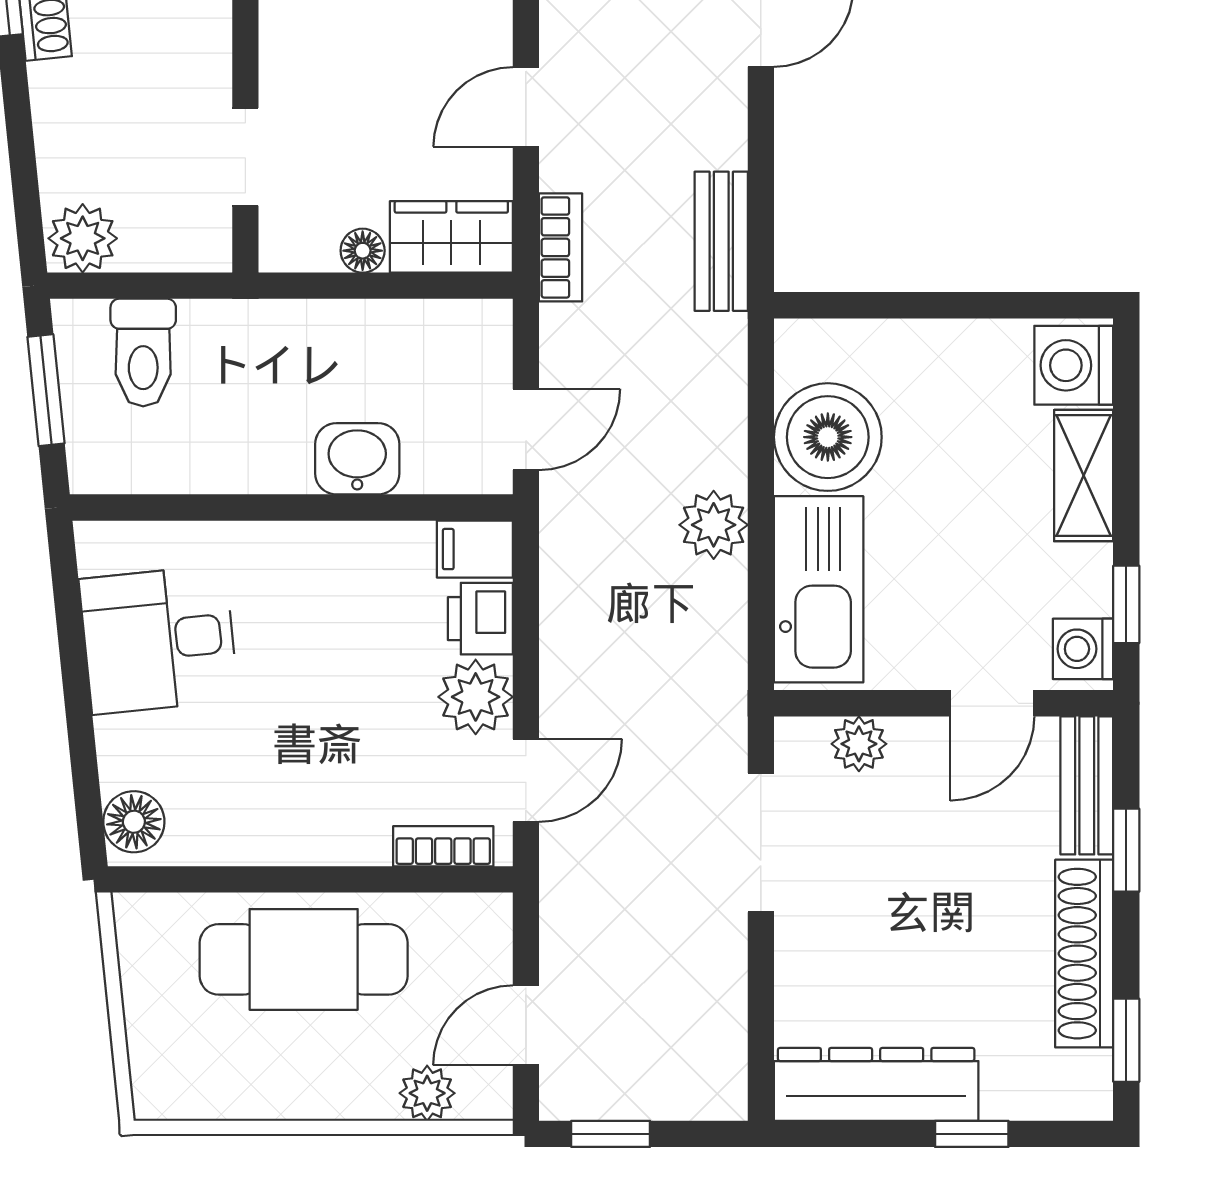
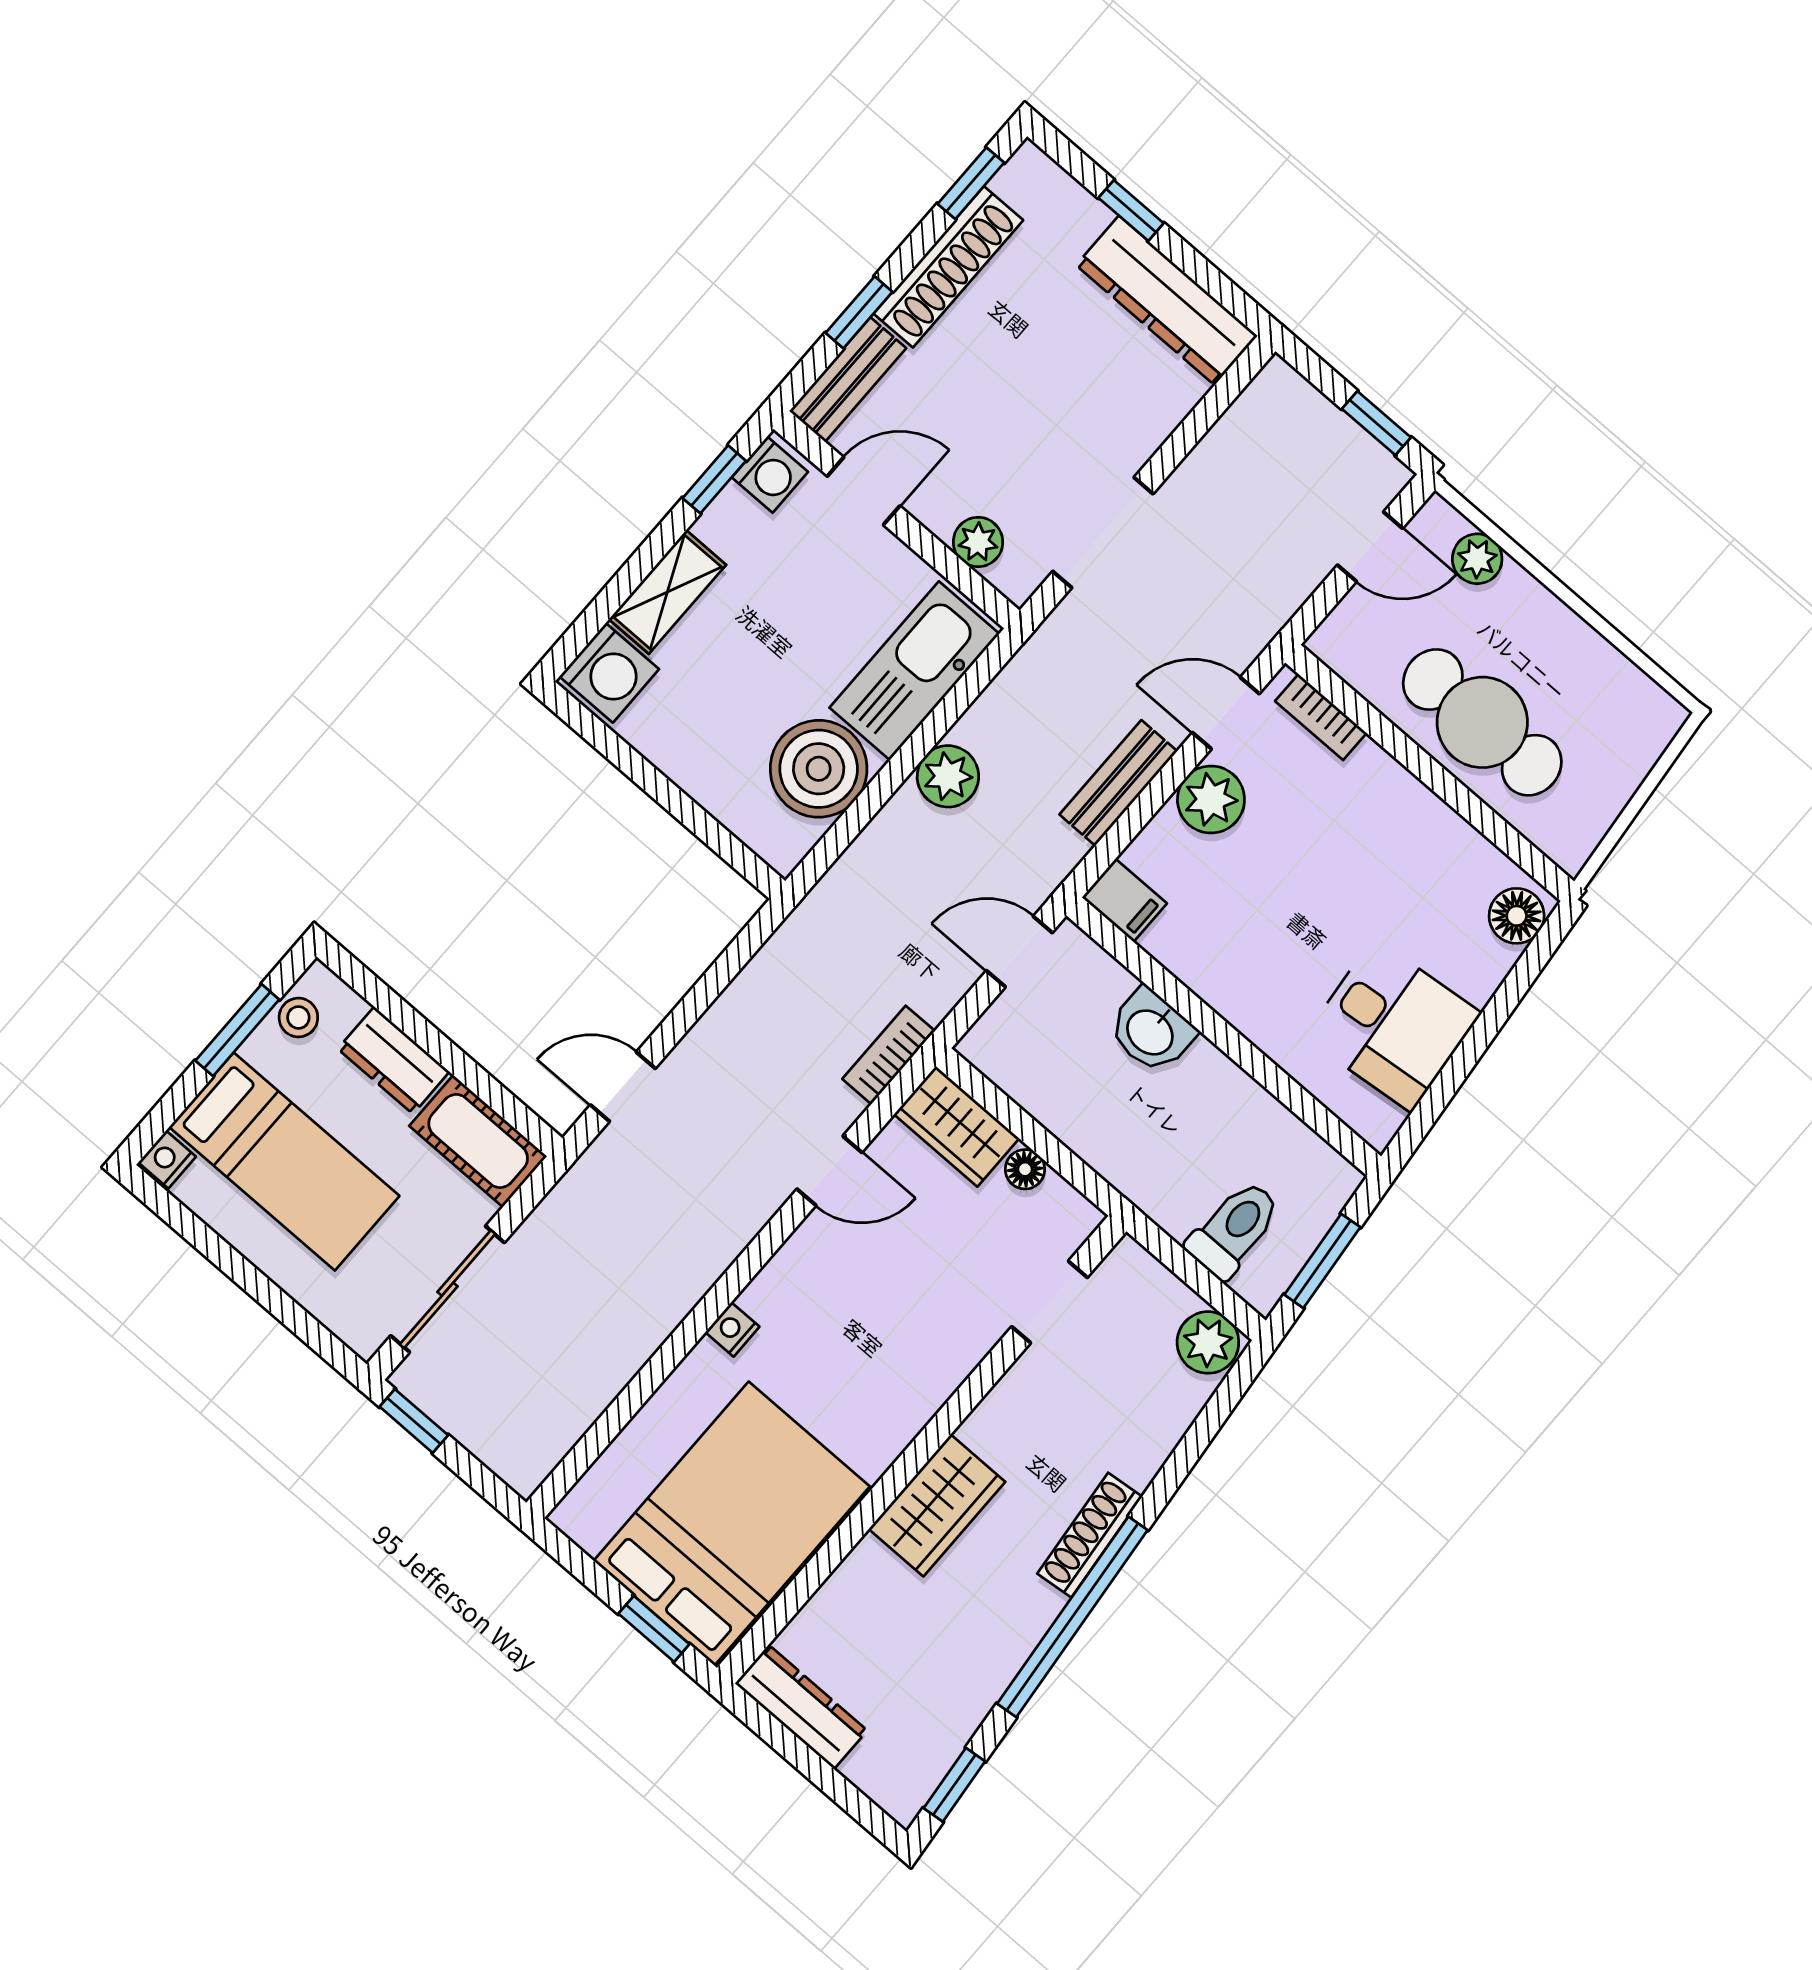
bench: (721, 241) -> (1118, 783), moved
printer: (480, 619) -> (1162, 850), removed

